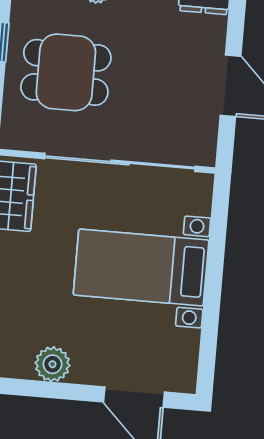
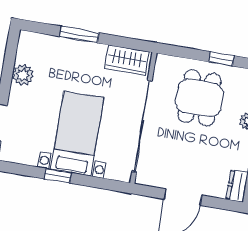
window: (213, 293) -> (58, 176), added

